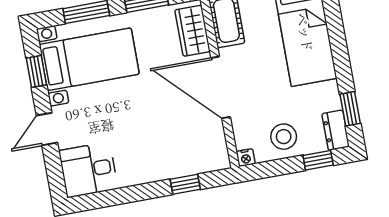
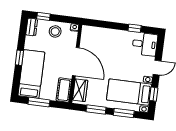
window: (350, 109) -> (19, 58), moved
window: (185, 184) -> (135, 28), moved

